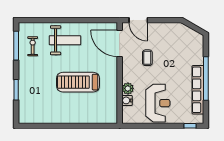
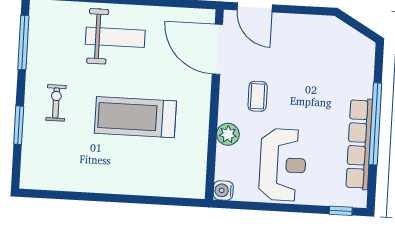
exercise bike: (33, 46) -> (56, 103), moved
coffee table: (147, 58) -> (258, 96), moved
water cooler: (127, 100) -> (223, 190), moved

